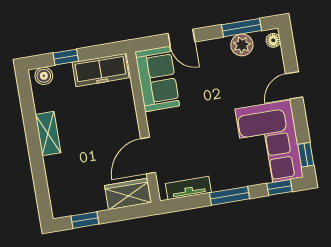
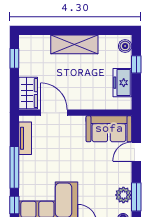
freezer: (101, 70) -> (122, 83), width x0.71
shelving: (48, 134) -> (74, 44), width x1.50, depth x1.33
window: (230, 196) -> (14, 167), width x1.44

